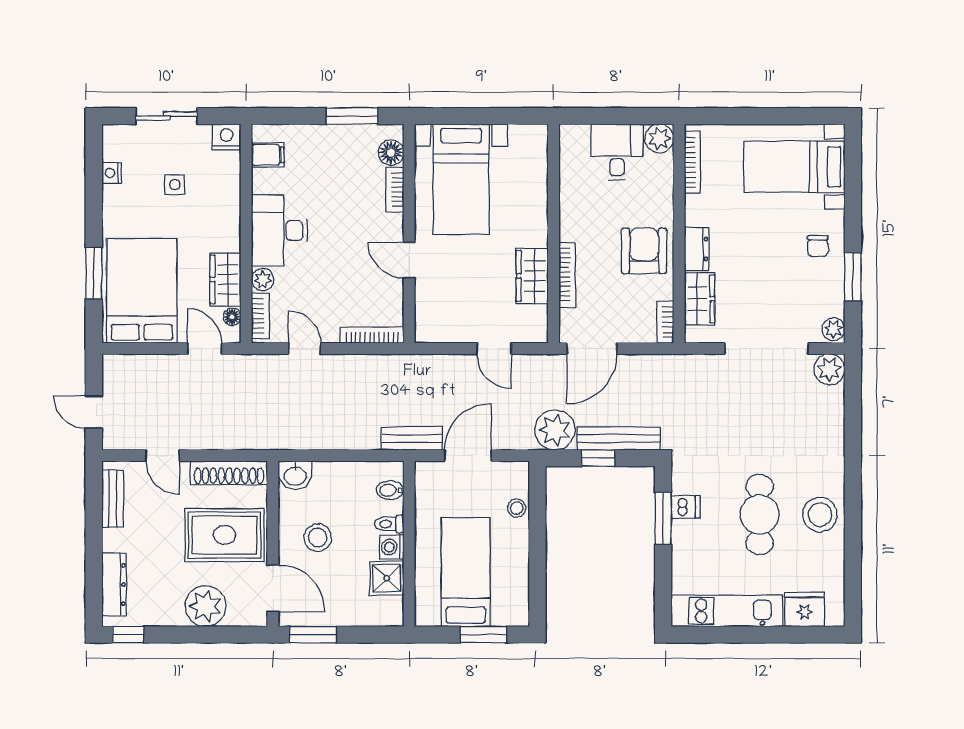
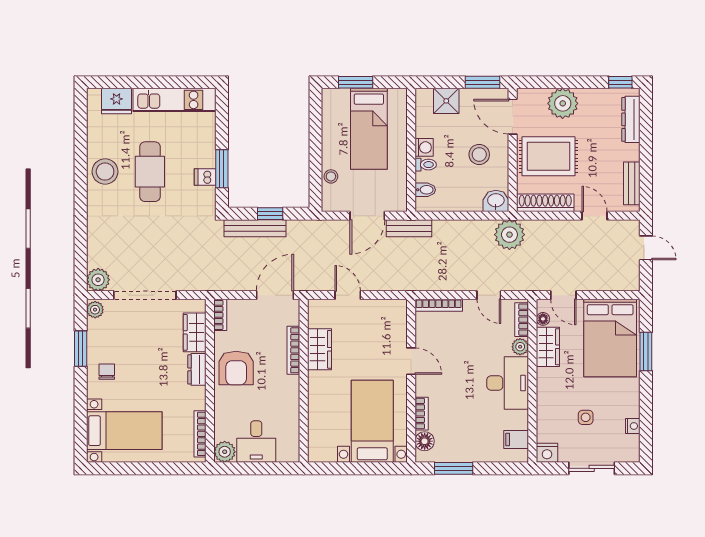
plant: (555, 430) -> (509, 235), moved
shower: (387, 578) -> (446, 101), moved

